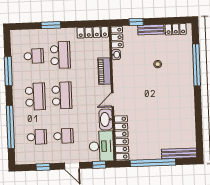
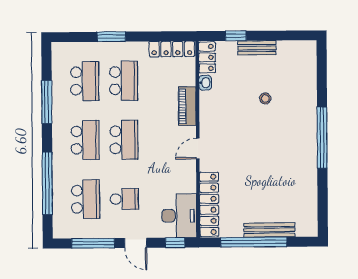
locker: (176, 29) -> (293, 48), removed
school desk: (34, 56) -> (85, 81), width x1.85
window: (197, 65) -> (322, 138), moved
washbasin: (106, 120) -> (187, 177), removed
school desk: (37, 137) -> (86, 199), width x1.85
bench: (179, 153) -> (269, 230), moved
window: (43, 167) -> (93, 243), width x2.17

